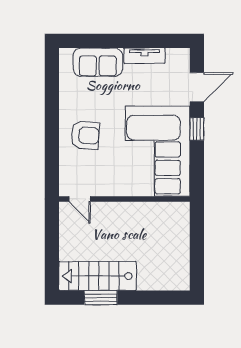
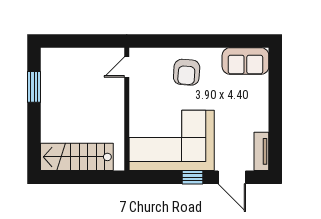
tv unit: (144, 56) -> (261, 151), moved
sofa: (98, 62) -> (245, 61), moved, turned -90
stairs: (98, 276) -> (77, 157), moved, turned -90

